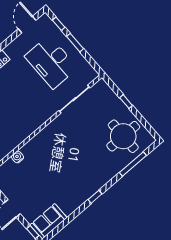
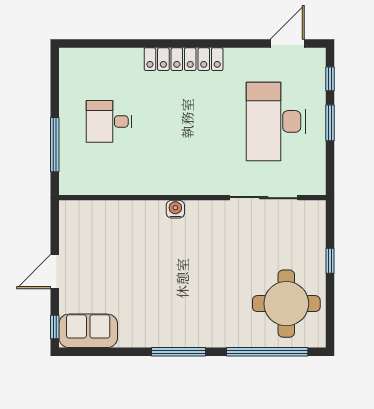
water cooler: (17, 157) -> (175, 209), moved
window: (133, 164) -> (267, 352), width x1.46
window: (95, 197) -> (179, 352), width x2.17

